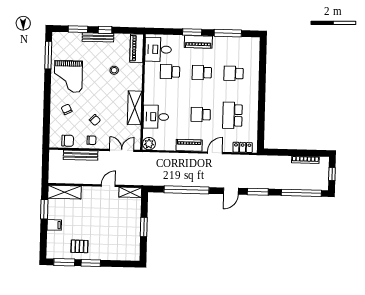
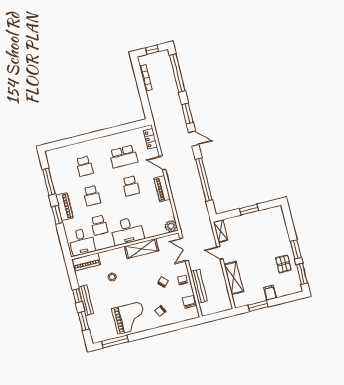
desk: (156, 117) -> (127, 231), moved, width x1.37
shelving: (65, 192) -> (234, 278), moved

